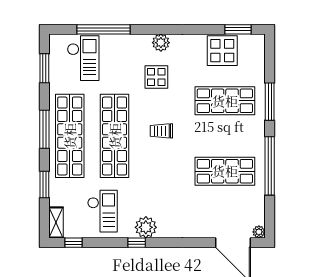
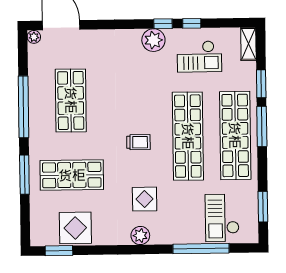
window: (44, 129) -> (262, 126), moved
shop shelf: (225, 171) -> (71, 100), turned 90
checkout: (103, 211) -> (199, 57), turned -90
window: (74, 243) -> (192, 23), moved

